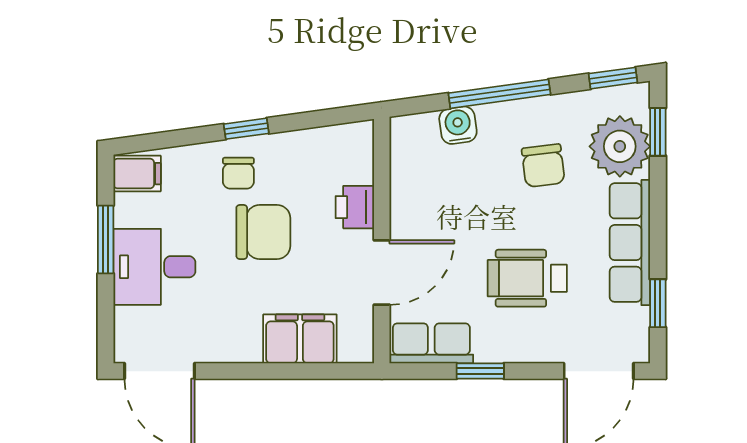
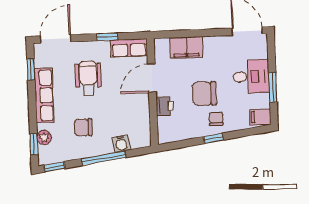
plant: (620, 146) -> (44, 137), width x0.53, depth x0.53
chair: (543, 166) -> (83, 127), turned -83
wheelchair: (527, 278) -> (88, 78), turned -90

